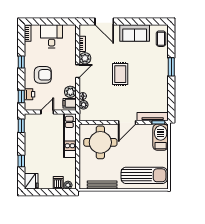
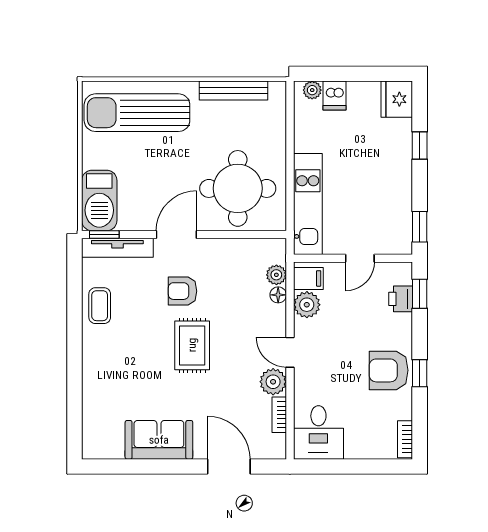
desk: (52, 36) -> (318, 432), moved
coffee table: (161, 39) -> (100, 306), moved
window: (171, 67) -> (75, 362), removed
door: (78, 71) -> (290, 352), hinge flipped
armchair: (43, 75) -> (389, 370), moved
armchair: (124, 98) -> (183, 291), added

